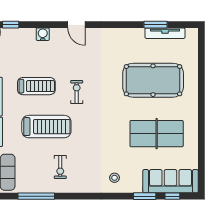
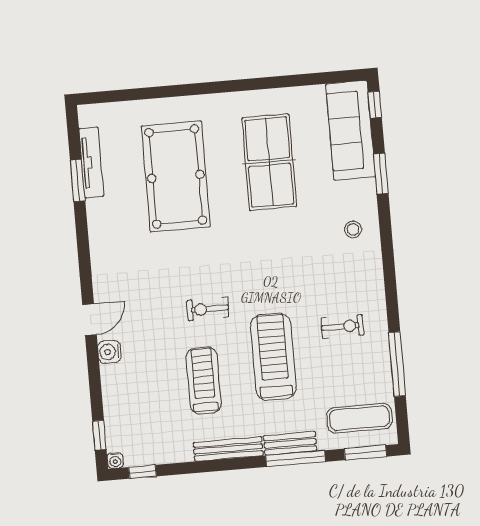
water cooler: (43, 34) -> (109, 352), moved
window: (172, 196) -> (375, 105), moved

